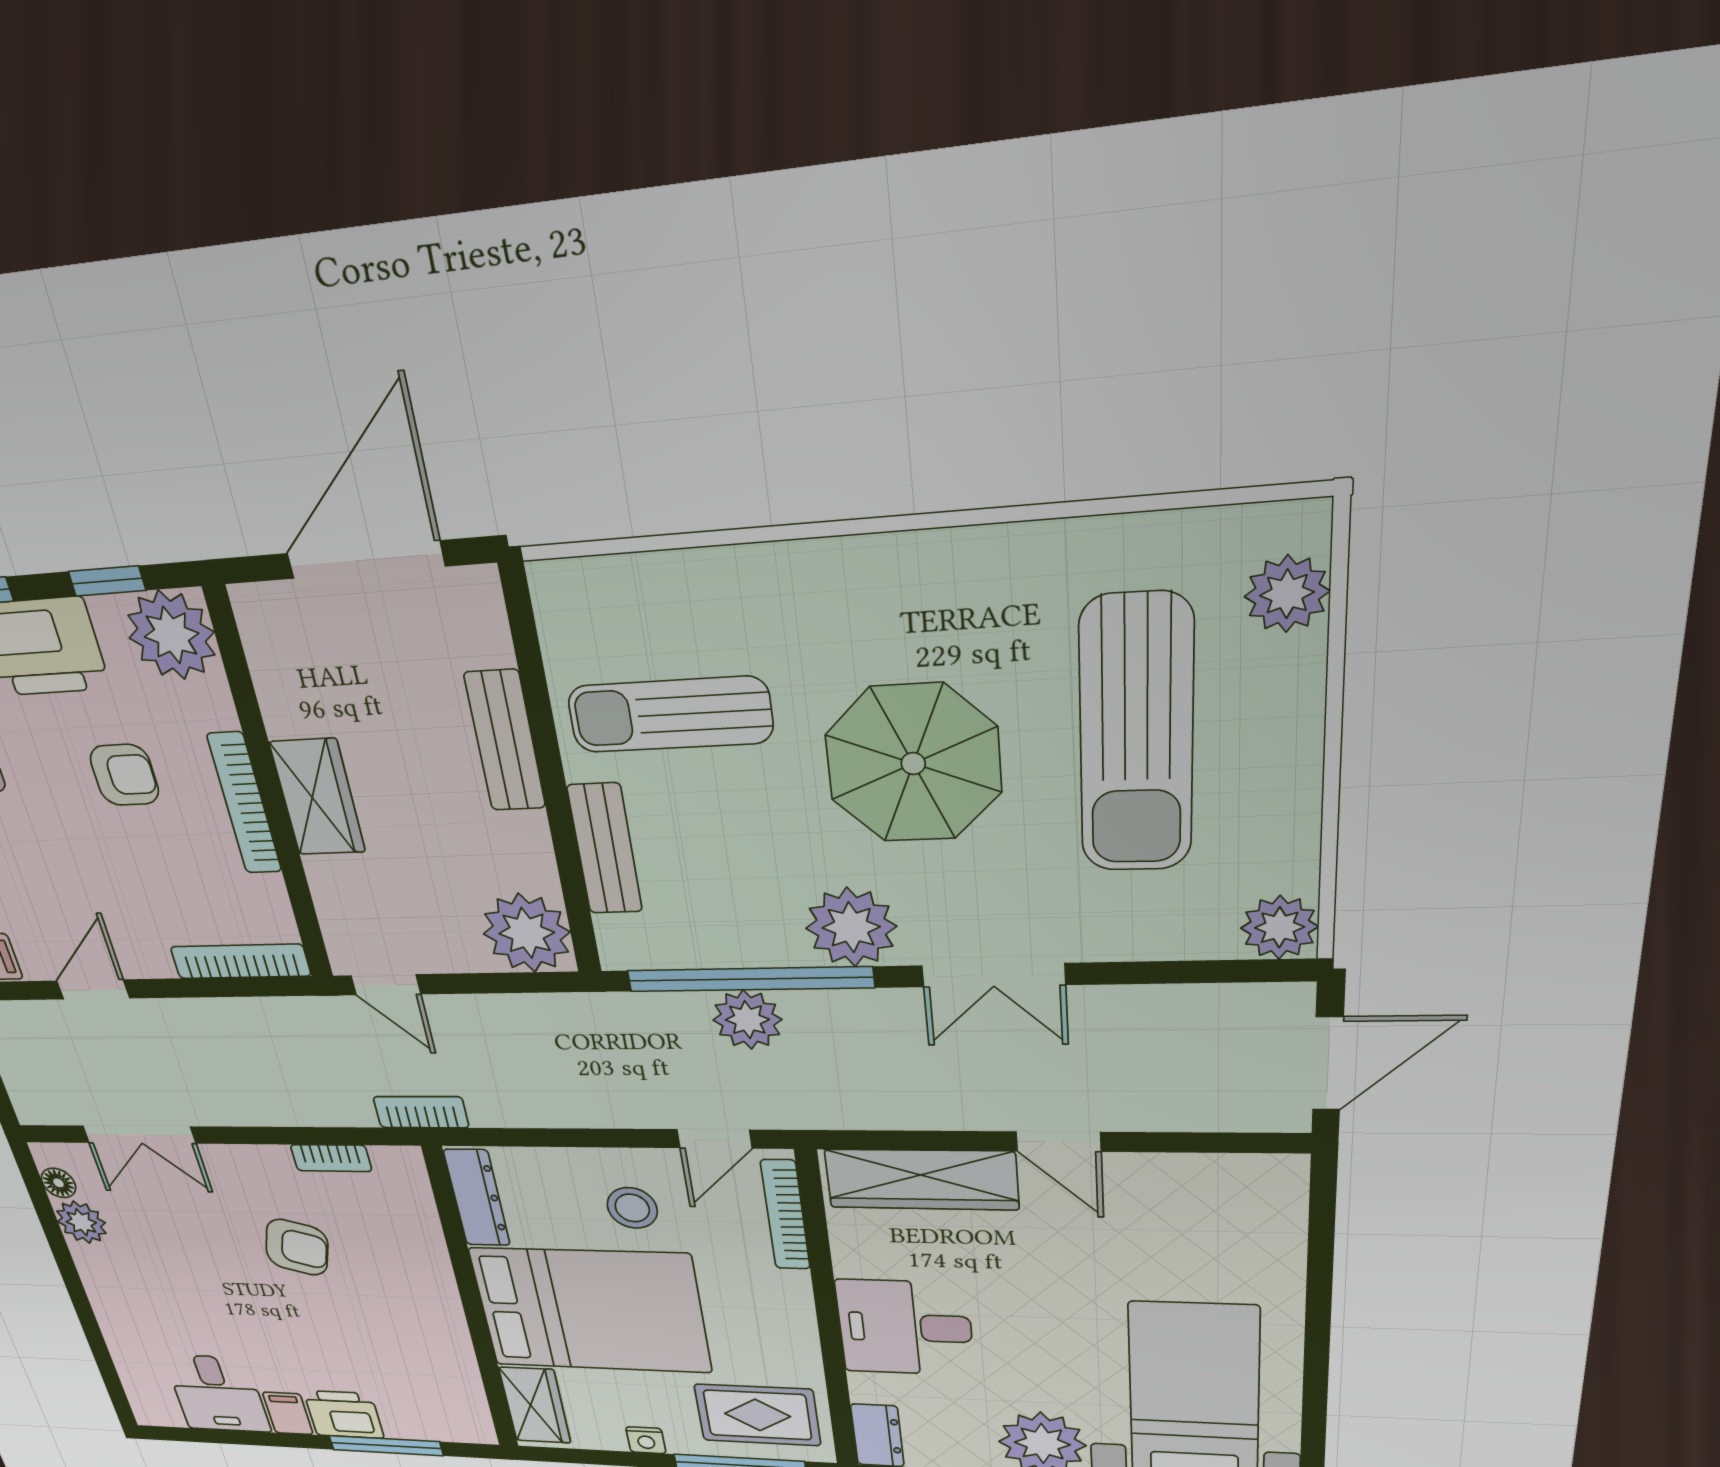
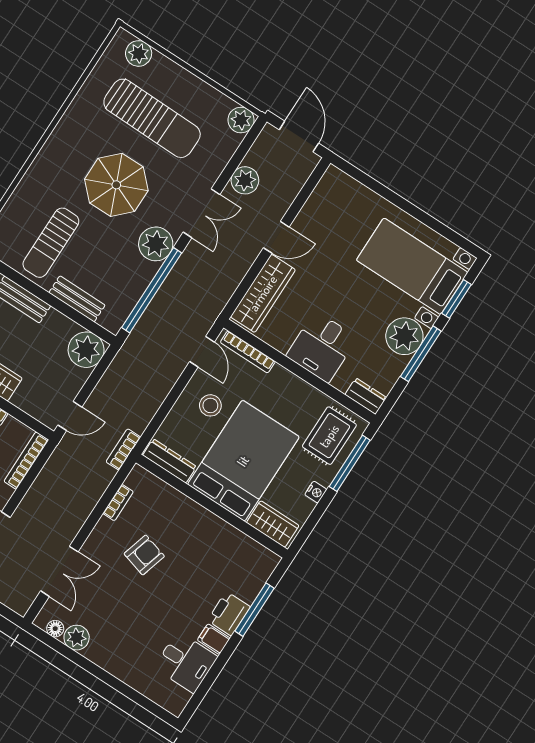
plant: (747, 1020) -> (245, 180), moved

